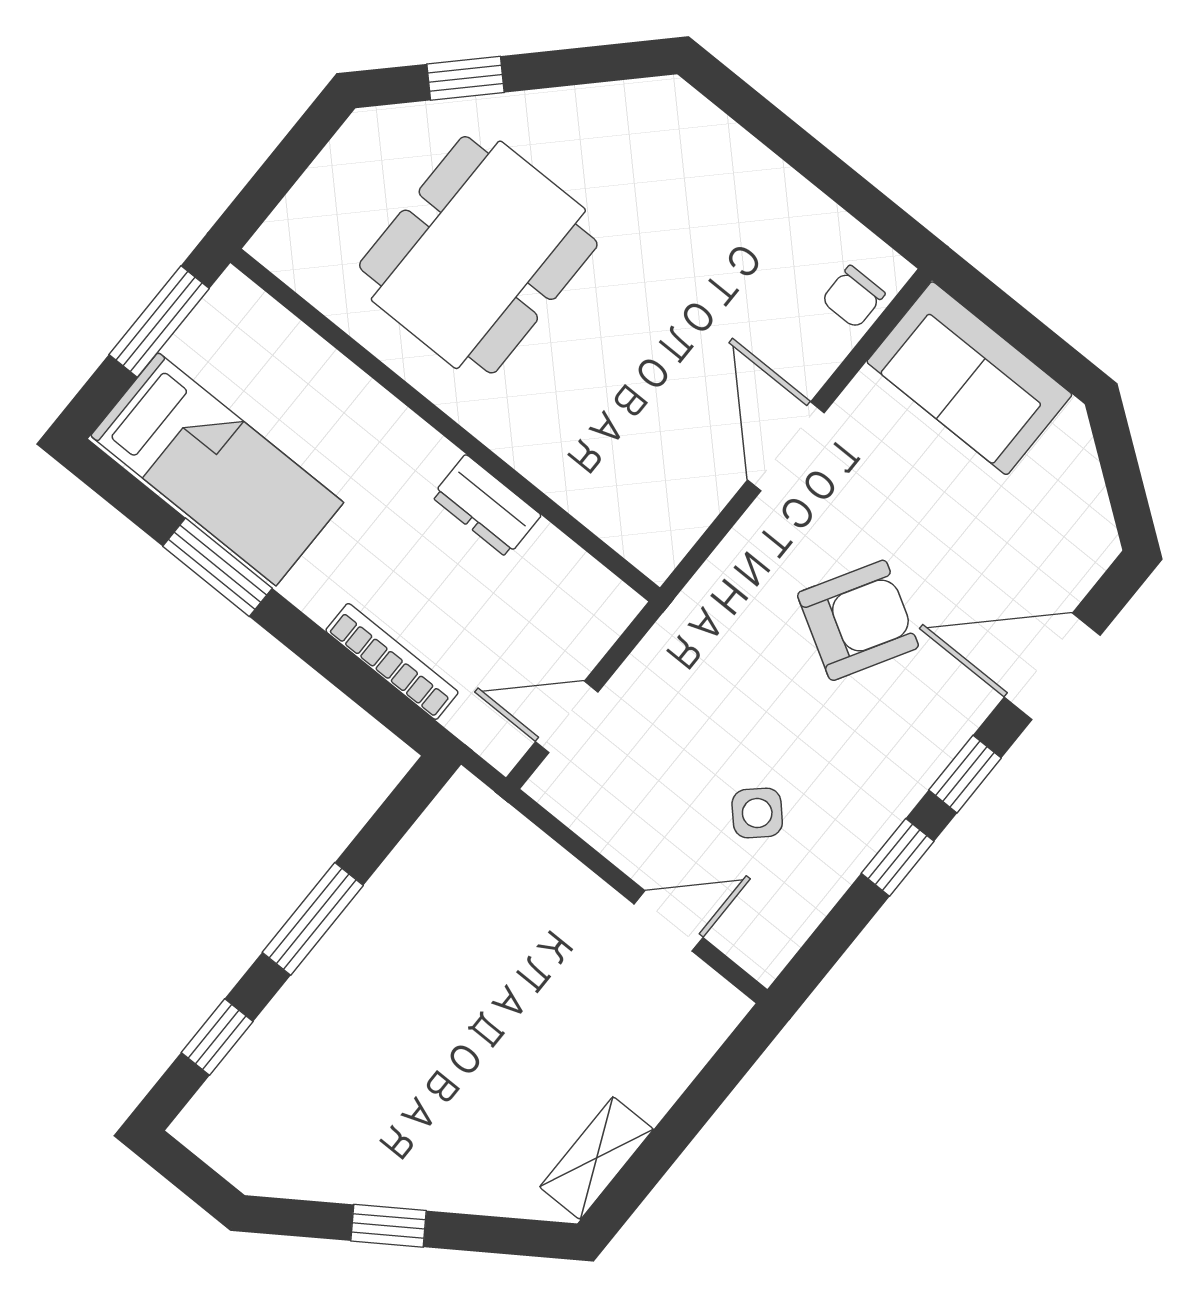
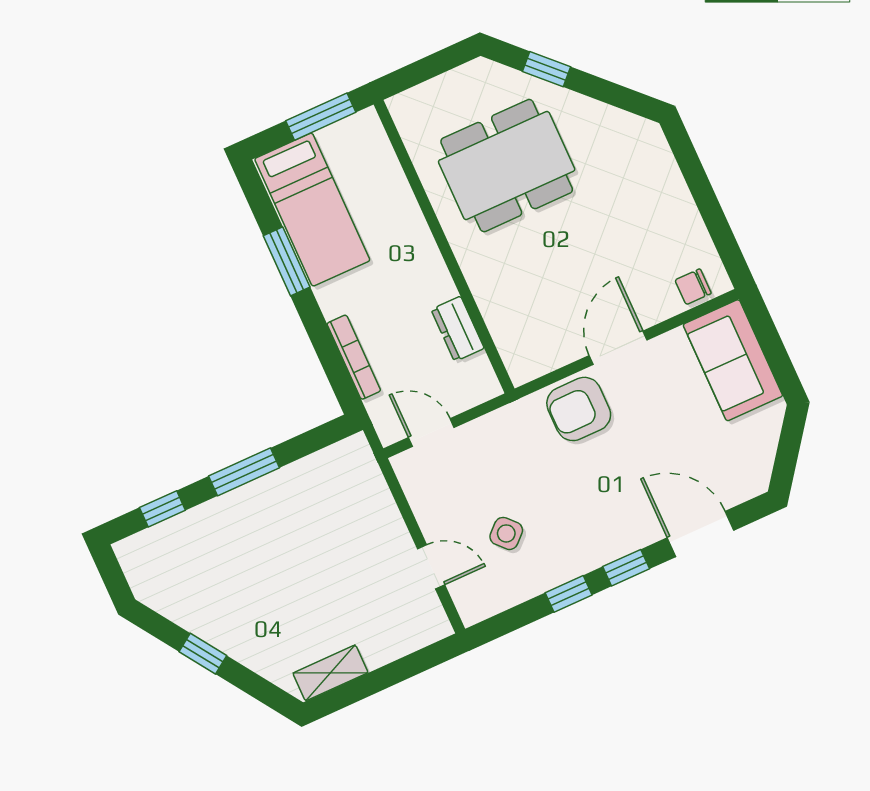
dresser: (486, 506) -> (458, 329), moved
armchair: (858, 620) -> (579, 409), moved, turned 150

